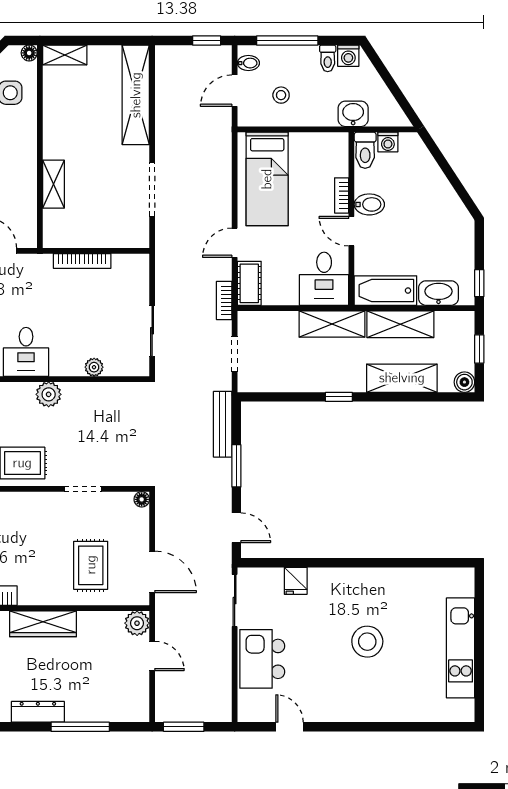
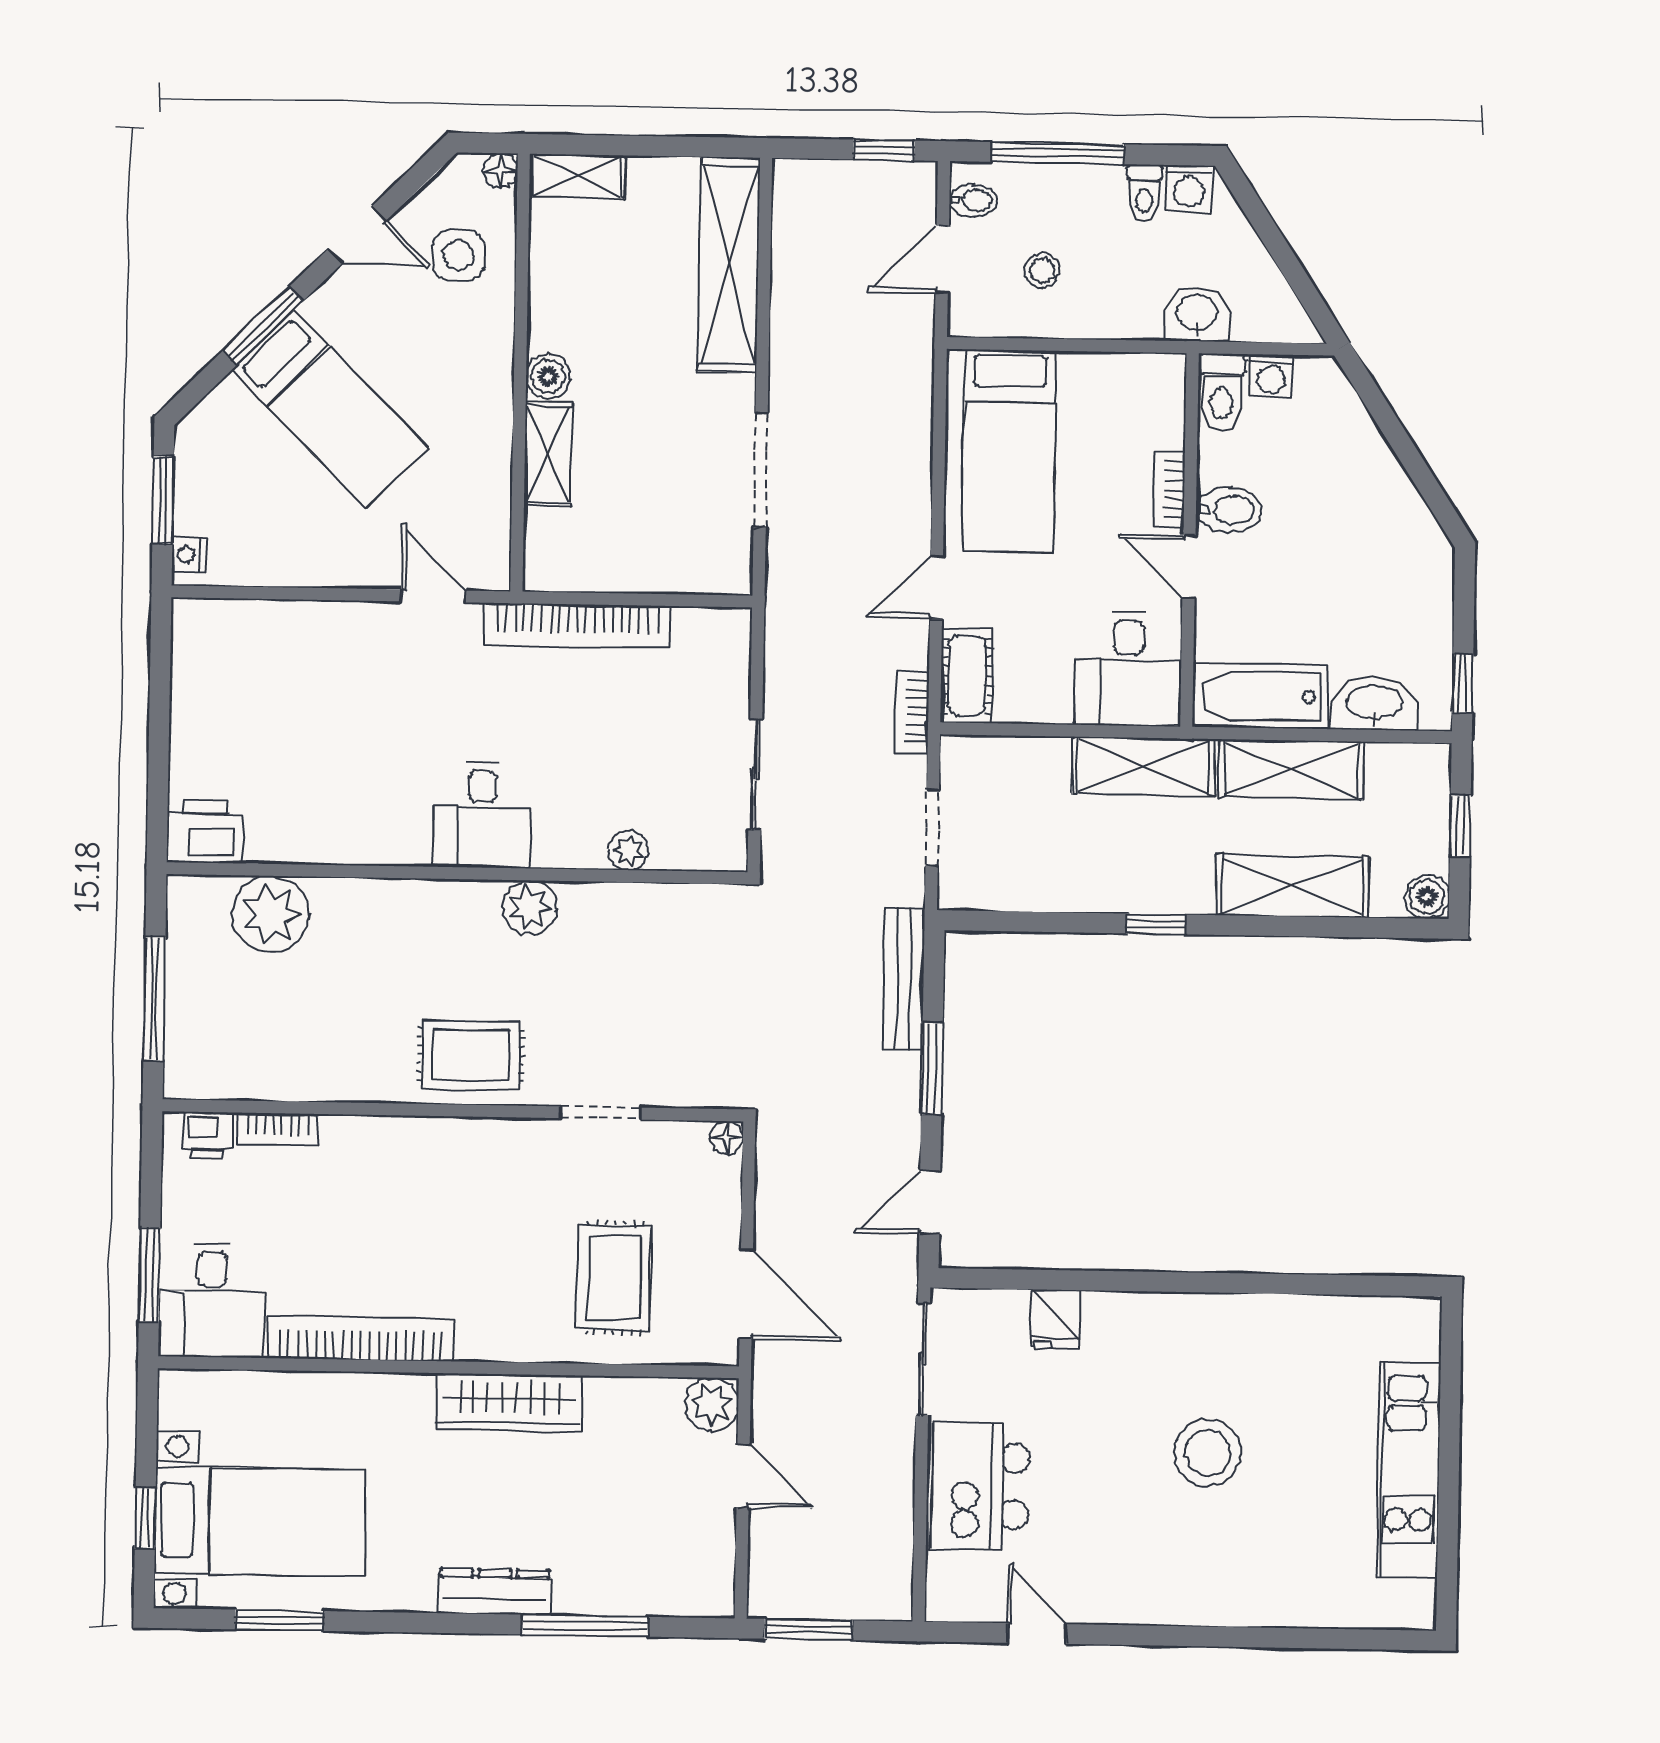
boiler: (53, 148) -> (548, 376), added
bookcase: (82, 261) -> (577, 625), width x1.48, depth x1.31
door: (236, 528) -> (930, 1202), swing flipped

